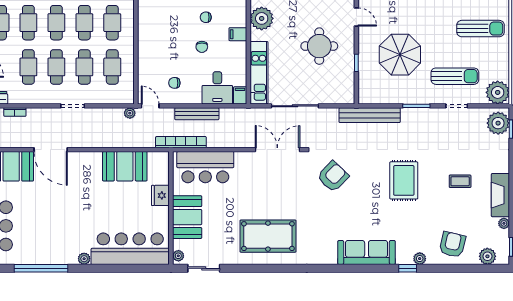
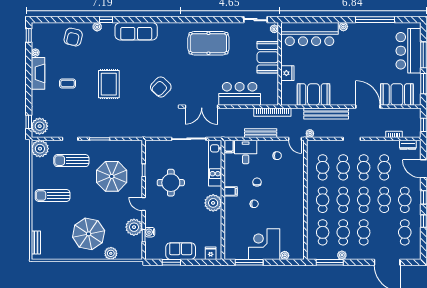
bench: (370, 115) -> (326, 114), moved
bar counter: (205, 167) -> (240, 94), moved
plant: (487, 256) -> (47, 28), removed

